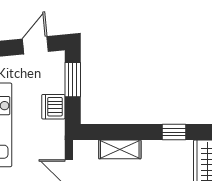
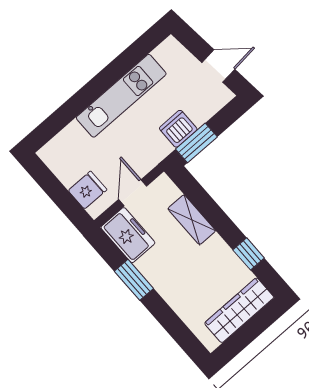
window: (73, 80) -> (196, 143), moved

